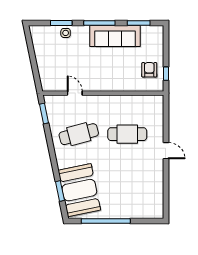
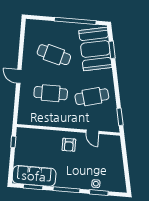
sofa: (115, 36) -> (34, 176), moved
armchair: (149, 70) -> (69, 145), moved
cafe table: (127, 179) -> (54, 55), added

